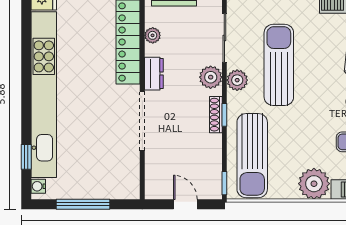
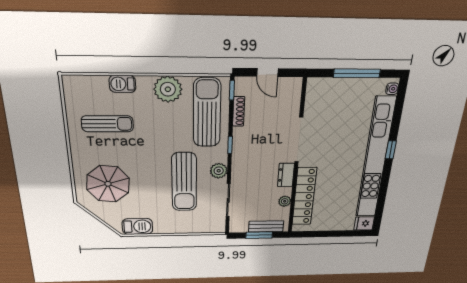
plant: (211, 77) -> (240, 173), removed
shoe rack: (216, 115) -> (239, 111), moved
window: (26, 157) -> (391, 150), moved
plant: (314, 184) -> (168, 89), moved

